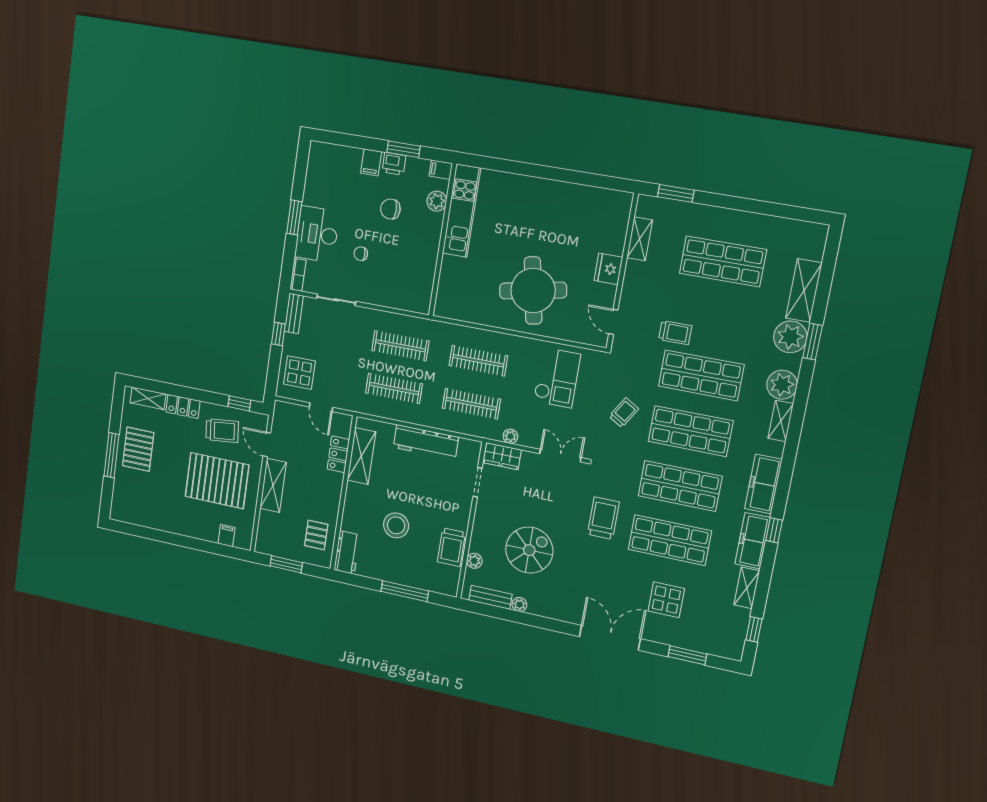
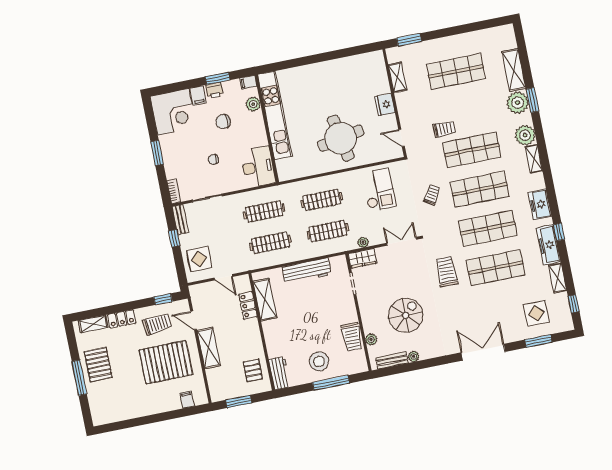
corner desk: (332, 172) -> (173, 112), added
kitchen unit: (462, 211) -> (275, 115), width x1.36
desk: (317, 234) -> (258, 167), moved, turned 180
freezer: (763, 484) -> (540, 204), width x0.71
stool: (396, 525) -> (319, 361), moved
display table: (666, 600) -> (536, 313), moved

